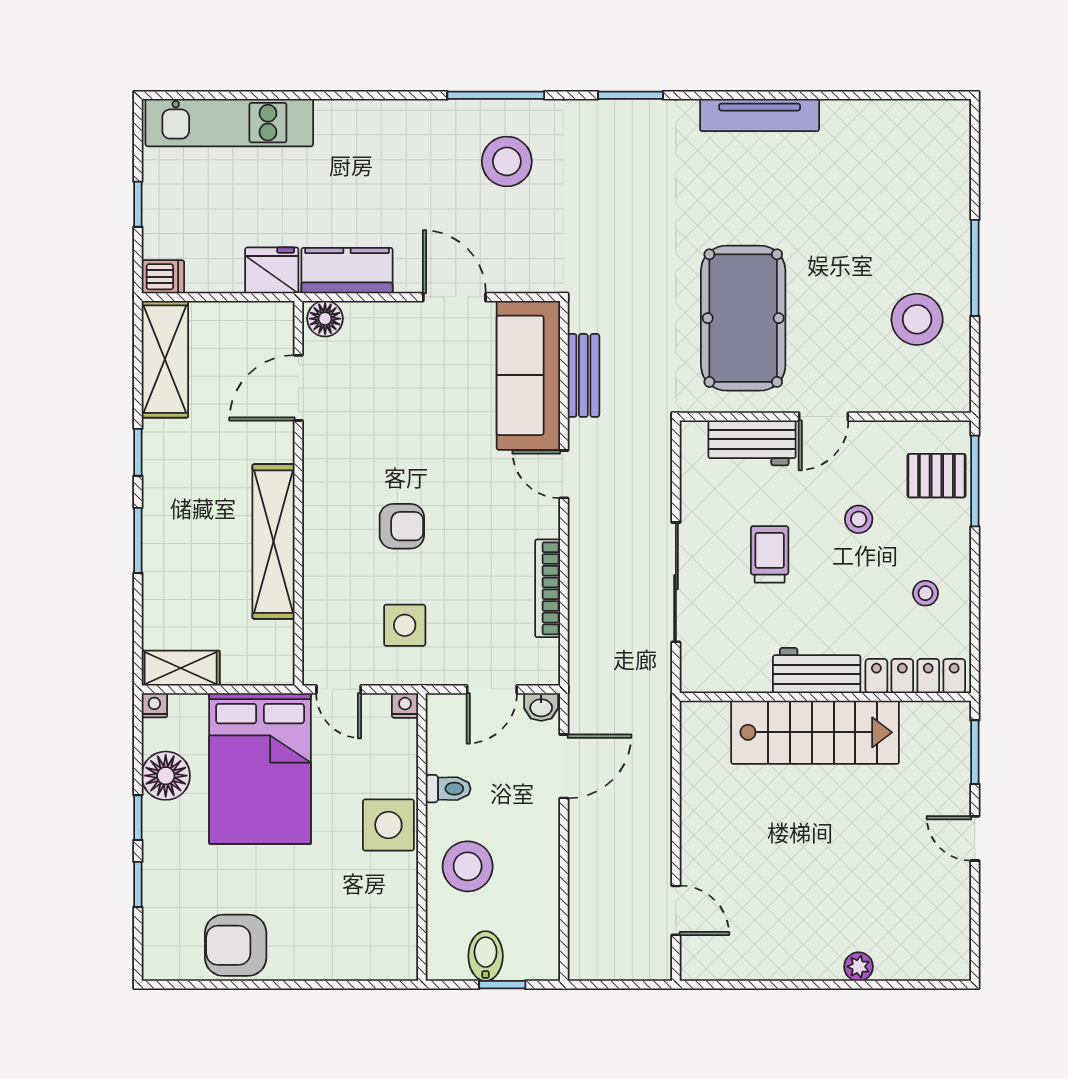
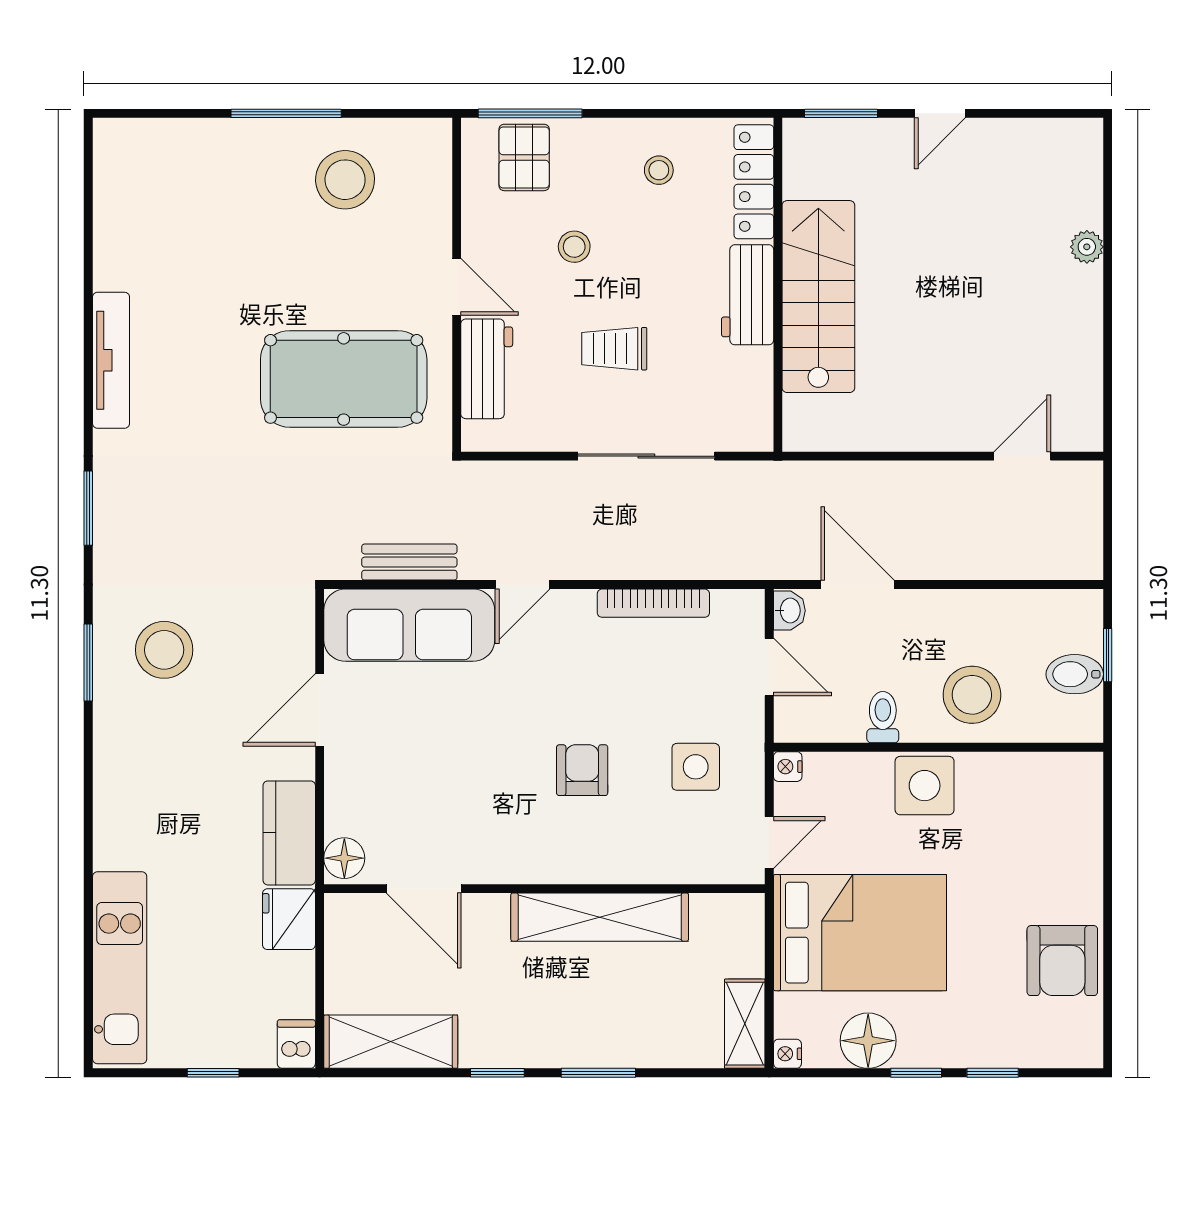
window: (496, 95) -> (88, 662), width x0.69

